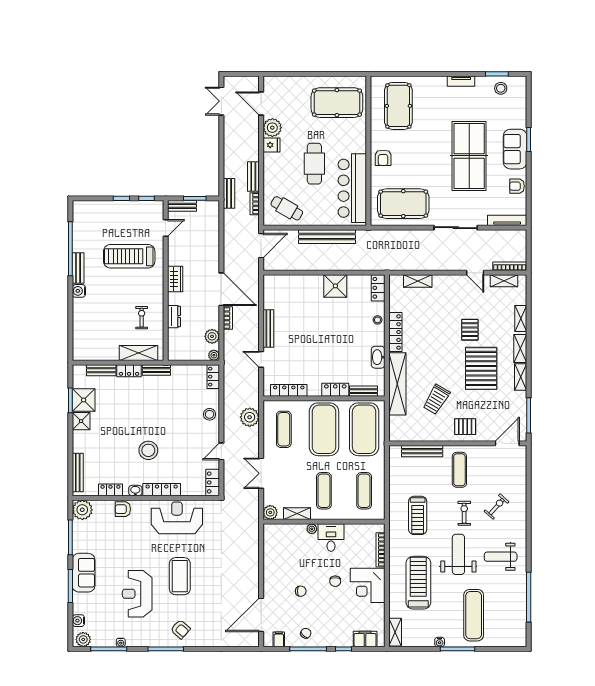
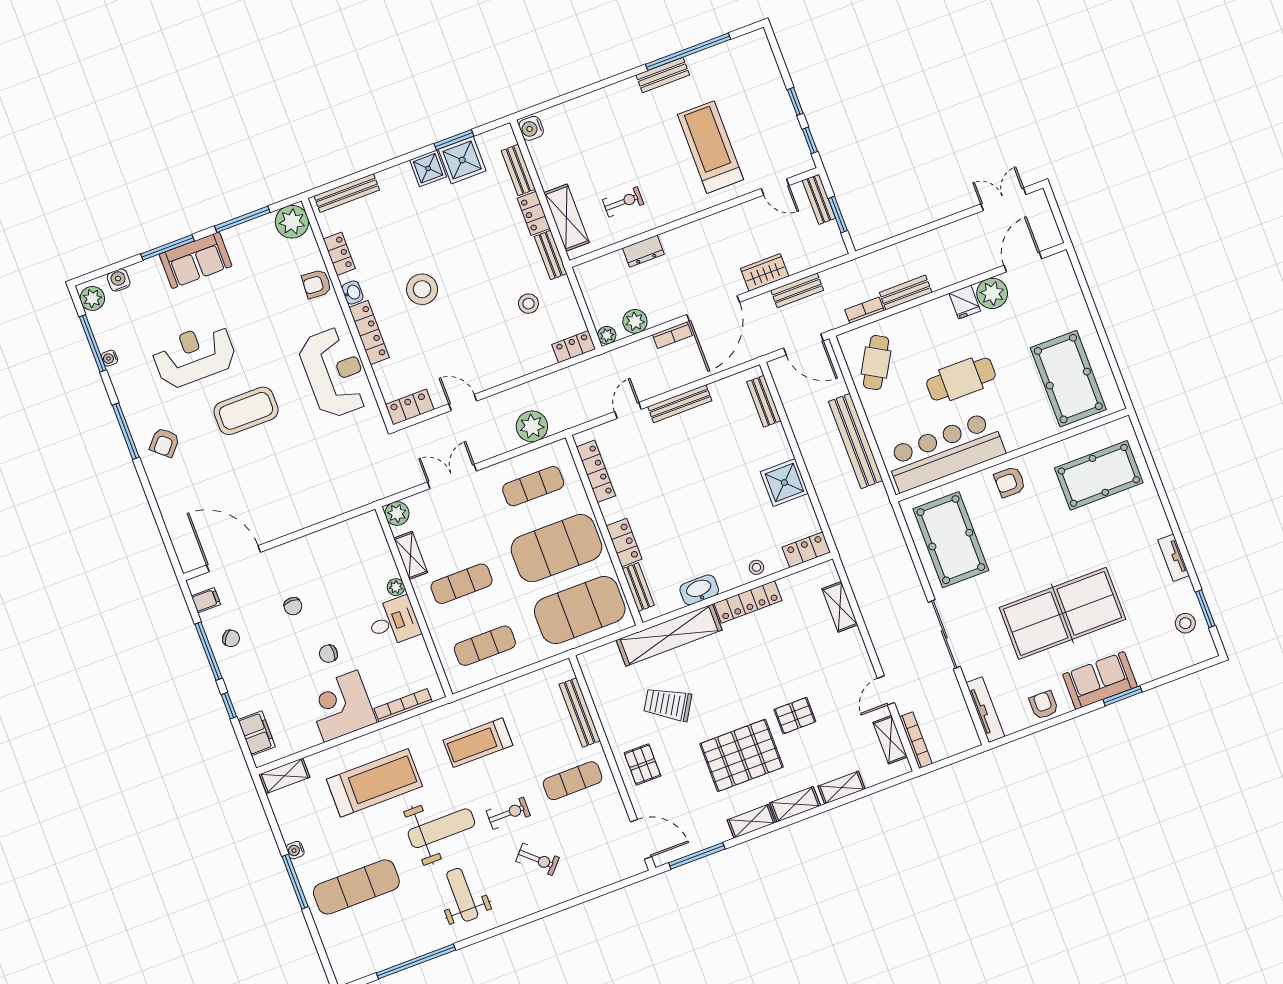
bench: (229, 193) -> (797, 290), moved
wardrobe: (175, 279) -> (765, 272), moved, turned 180
bench: (285, 280) -> (764, 401), added
water cooler: (79, 291) -> (531, 128), moved, turned -90
stool: (210, 414) -> (528, 304), moved
armchair: (123, 509) -> (317, 284), turned -86

